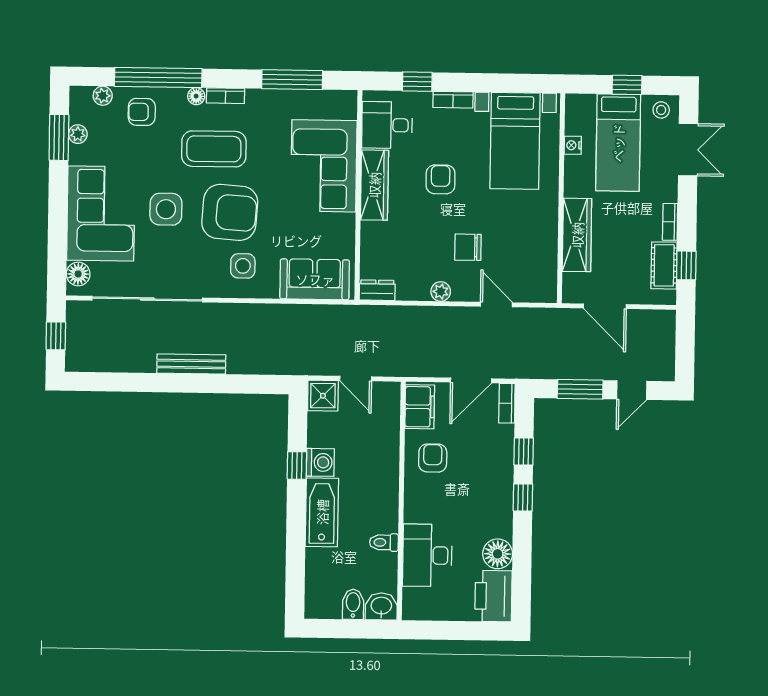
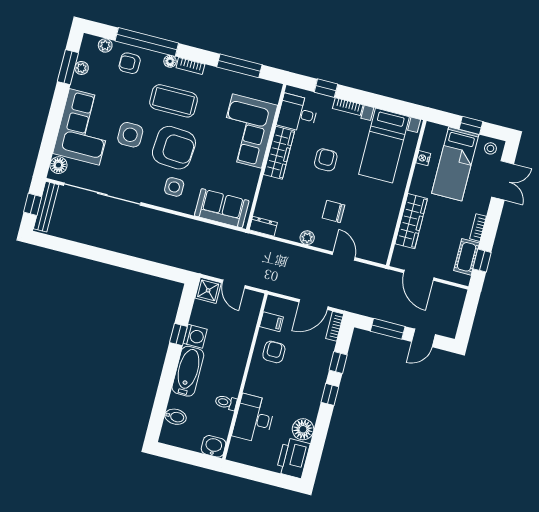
bench: (191, 364) -> (46, 207), moved, turned 90
filing cabinet: (420, 407) -> (271, 322), width x0.50
bidet: (353, 604) -> (175, 417), moved, turned 90

